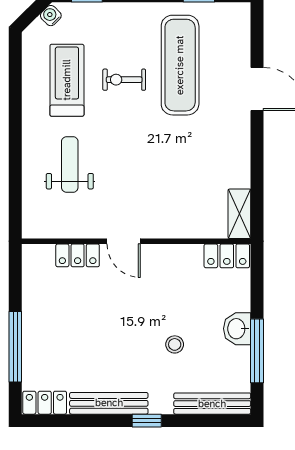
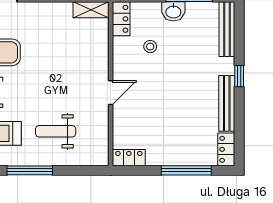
window: (15, 129) -> (30, 170), added
locker: (78, 255) -> (129, 158), moved, turned -90
stool: (175, 344) -> (150, 47), moved

